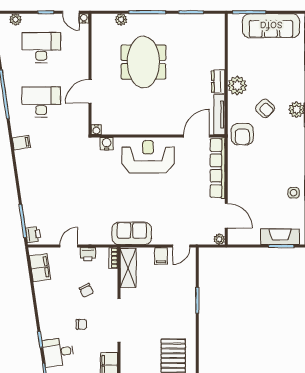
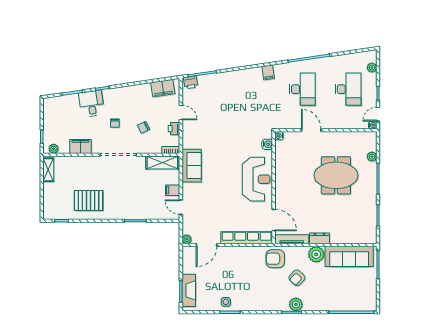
sofa: (271, 26) -> (349, 256), moved, turned -90

